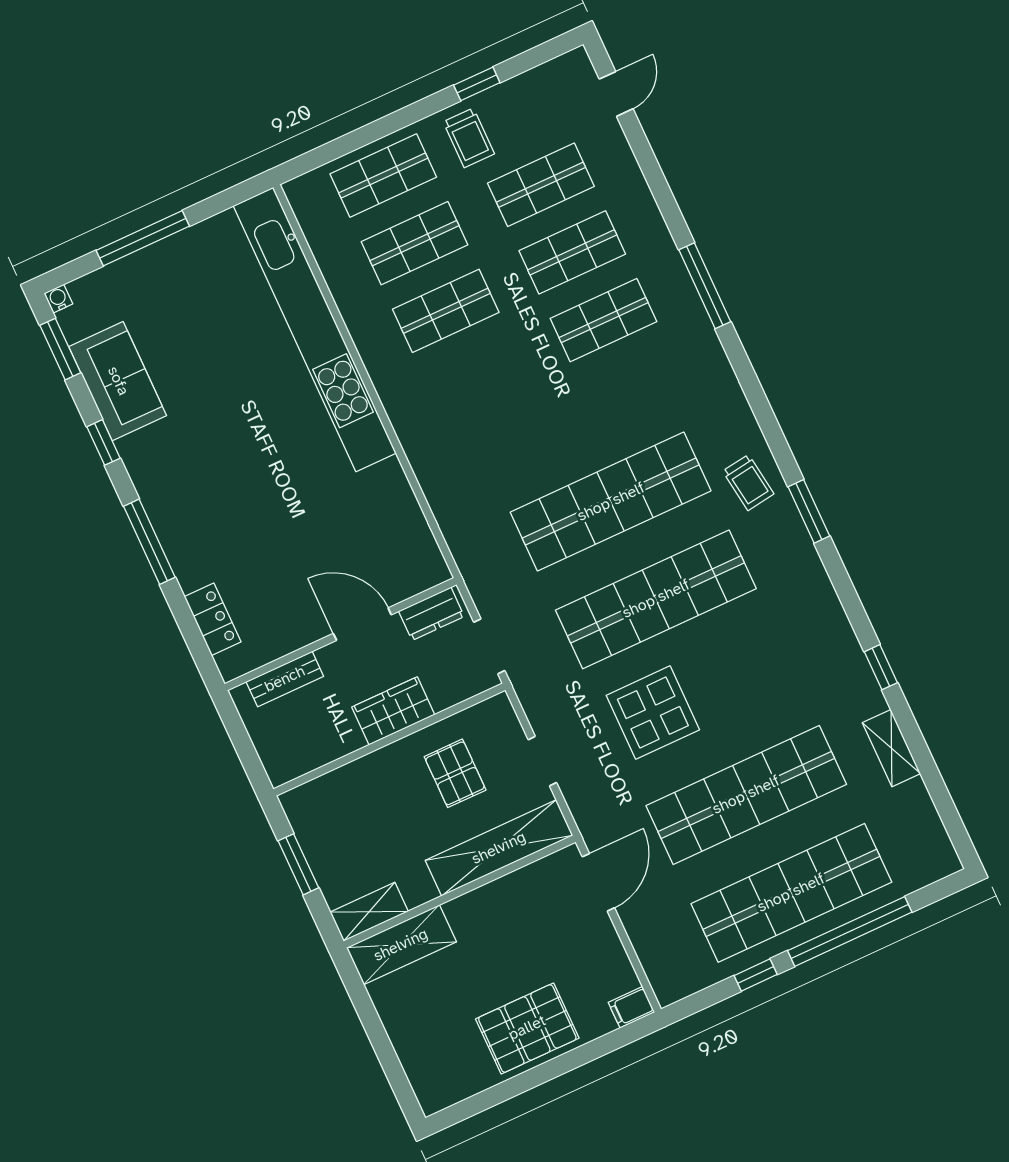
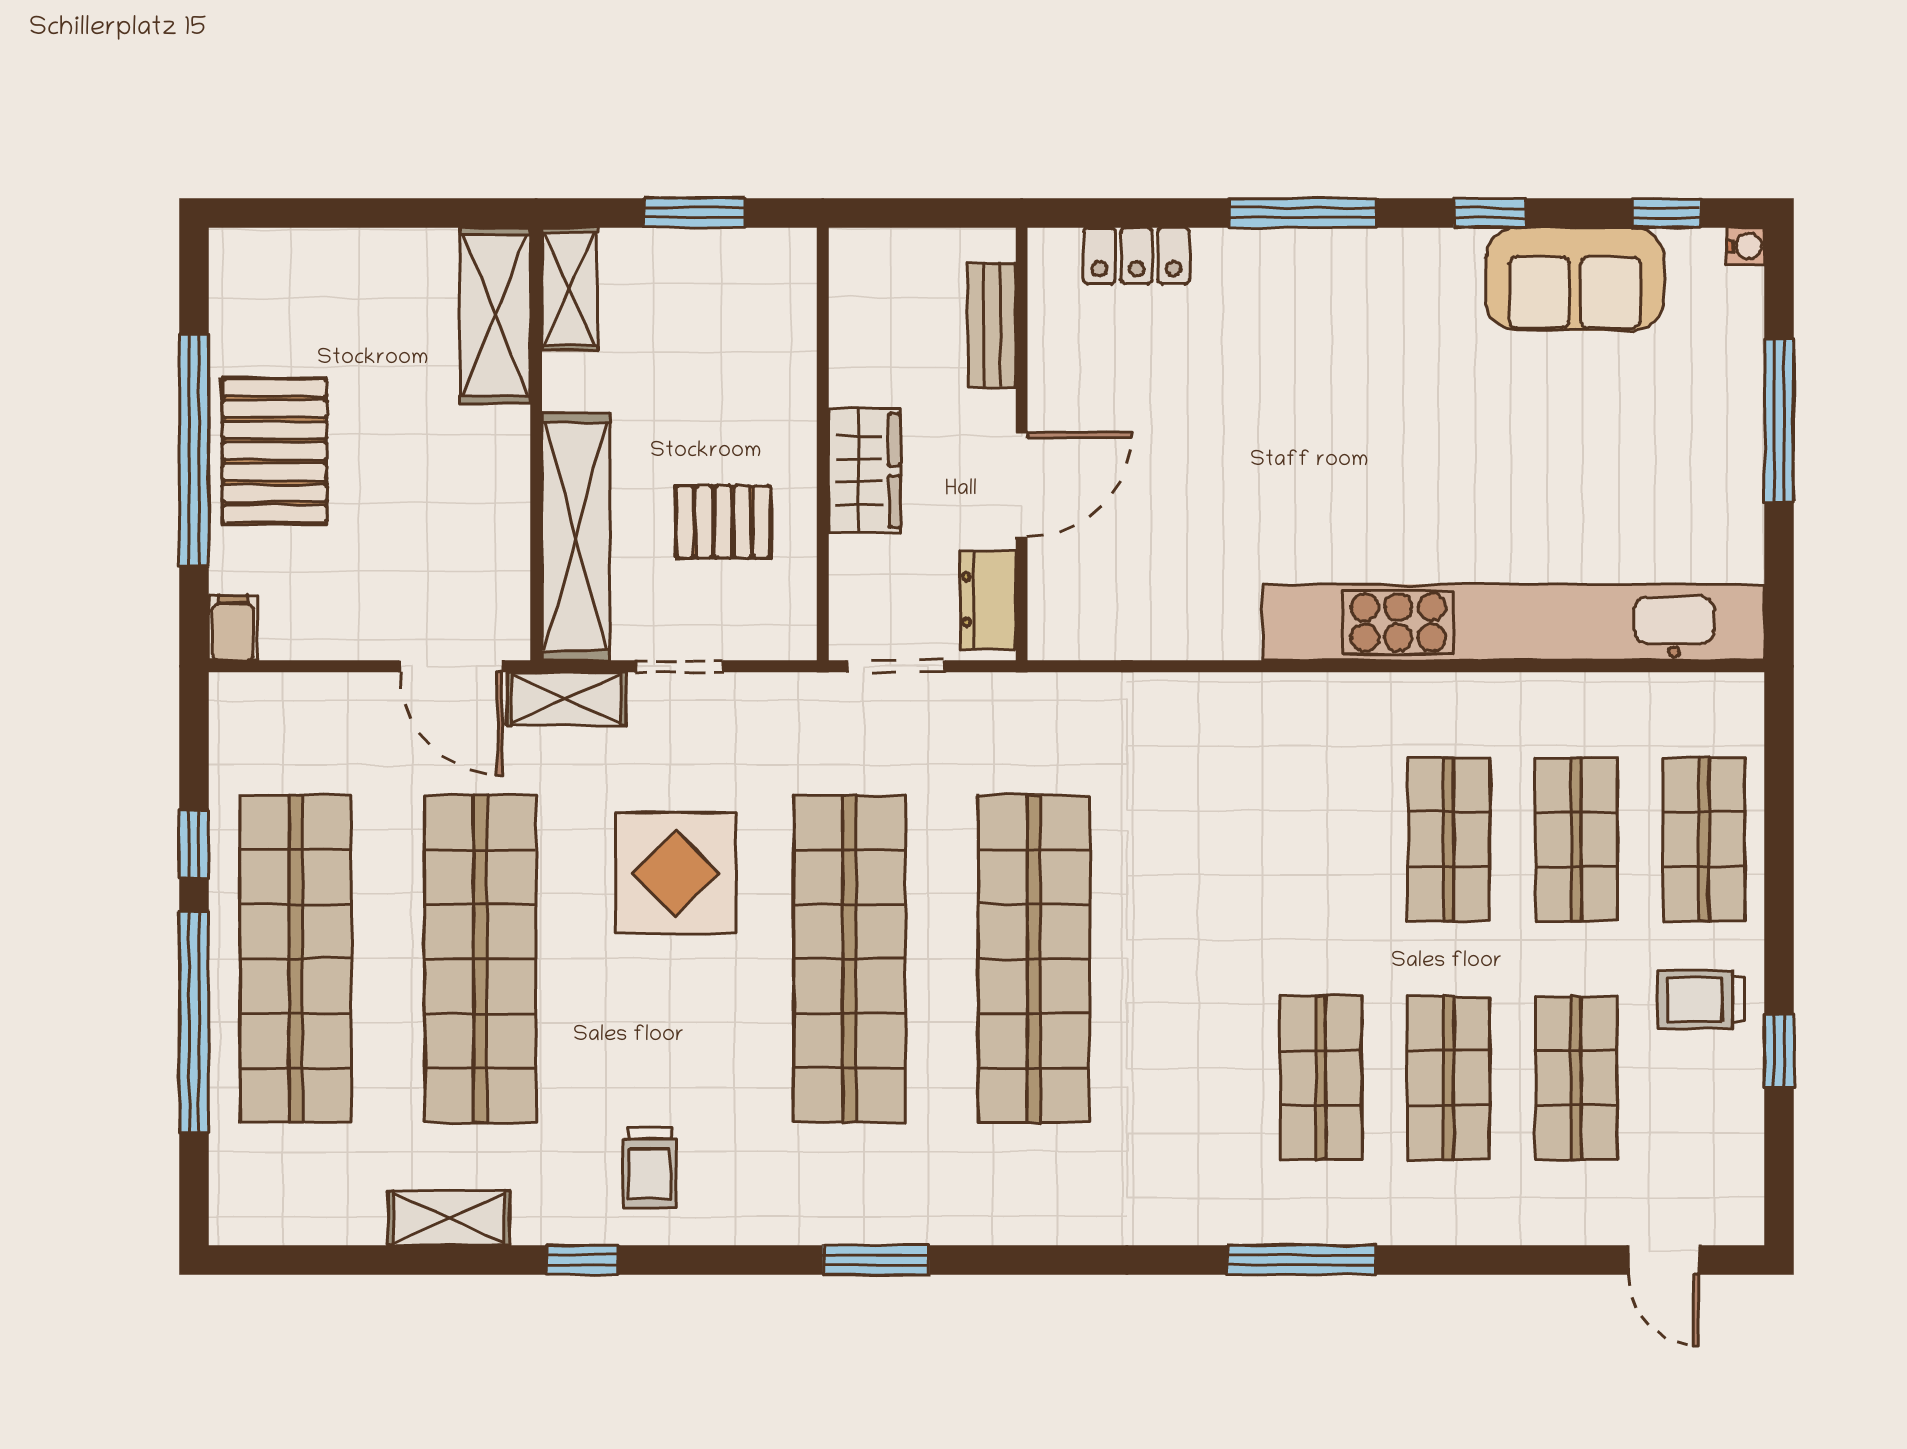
window: (60, 349) -> (1666, 213), width x0.67
trolley: (748, 482) -> (650, 1168), moved, turned -82
shelving: (587, 813) -> (566, 699), added
window: (547, 1072) -> (194, 450), added

